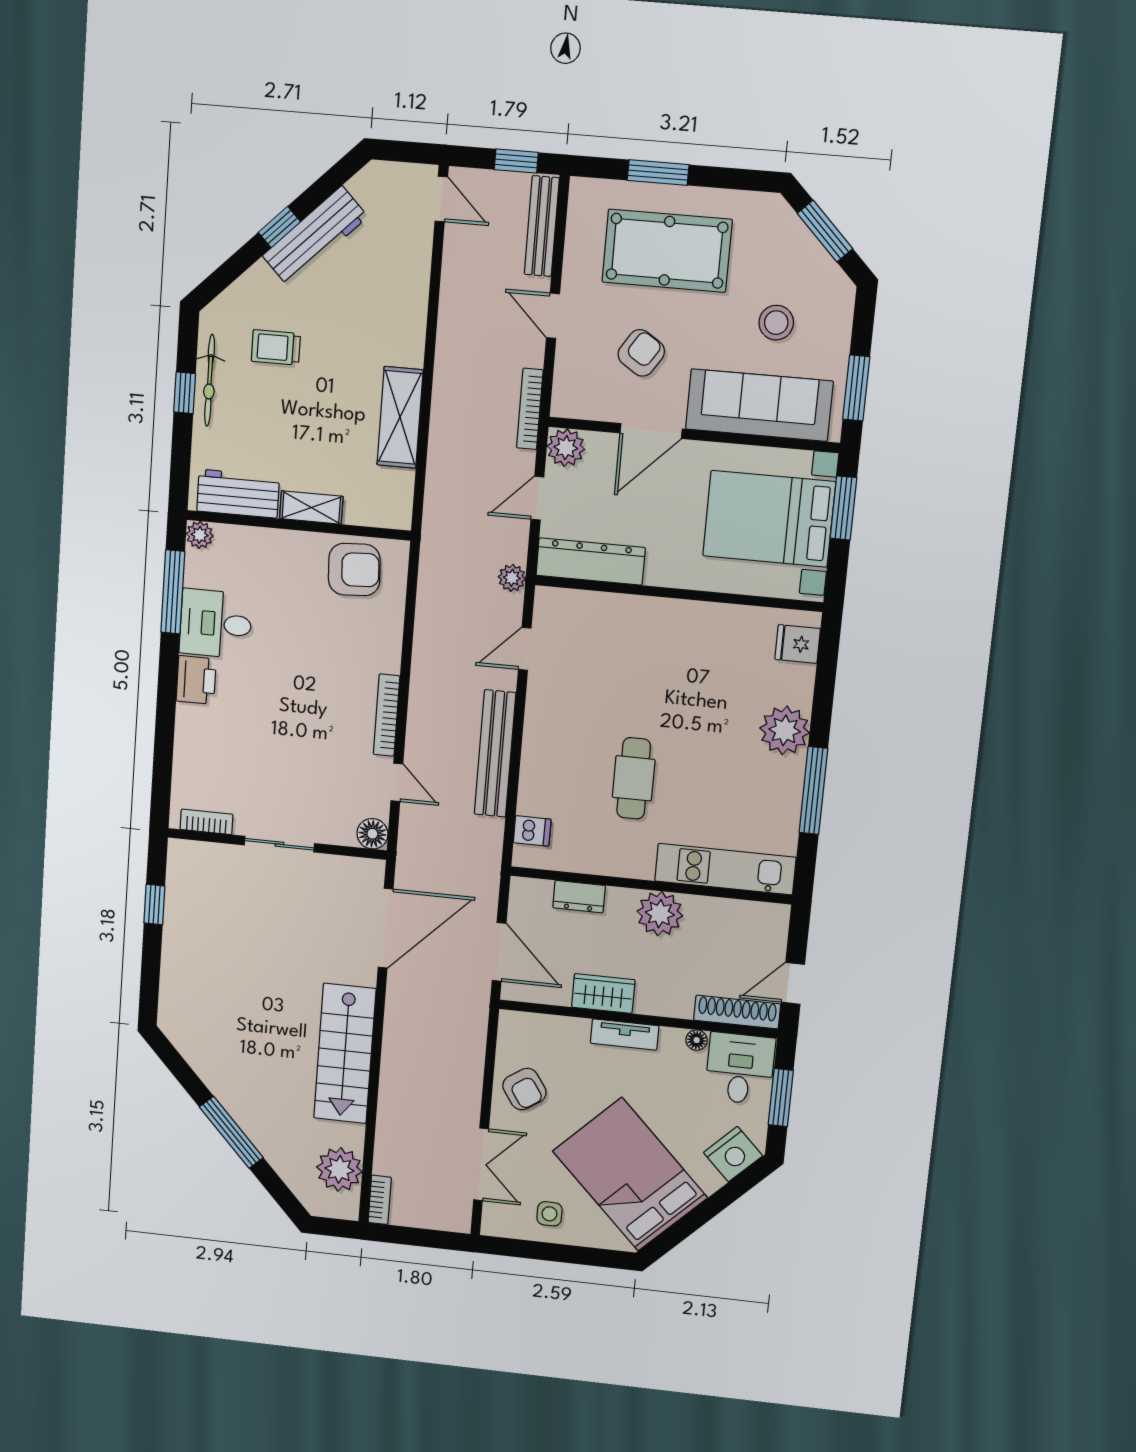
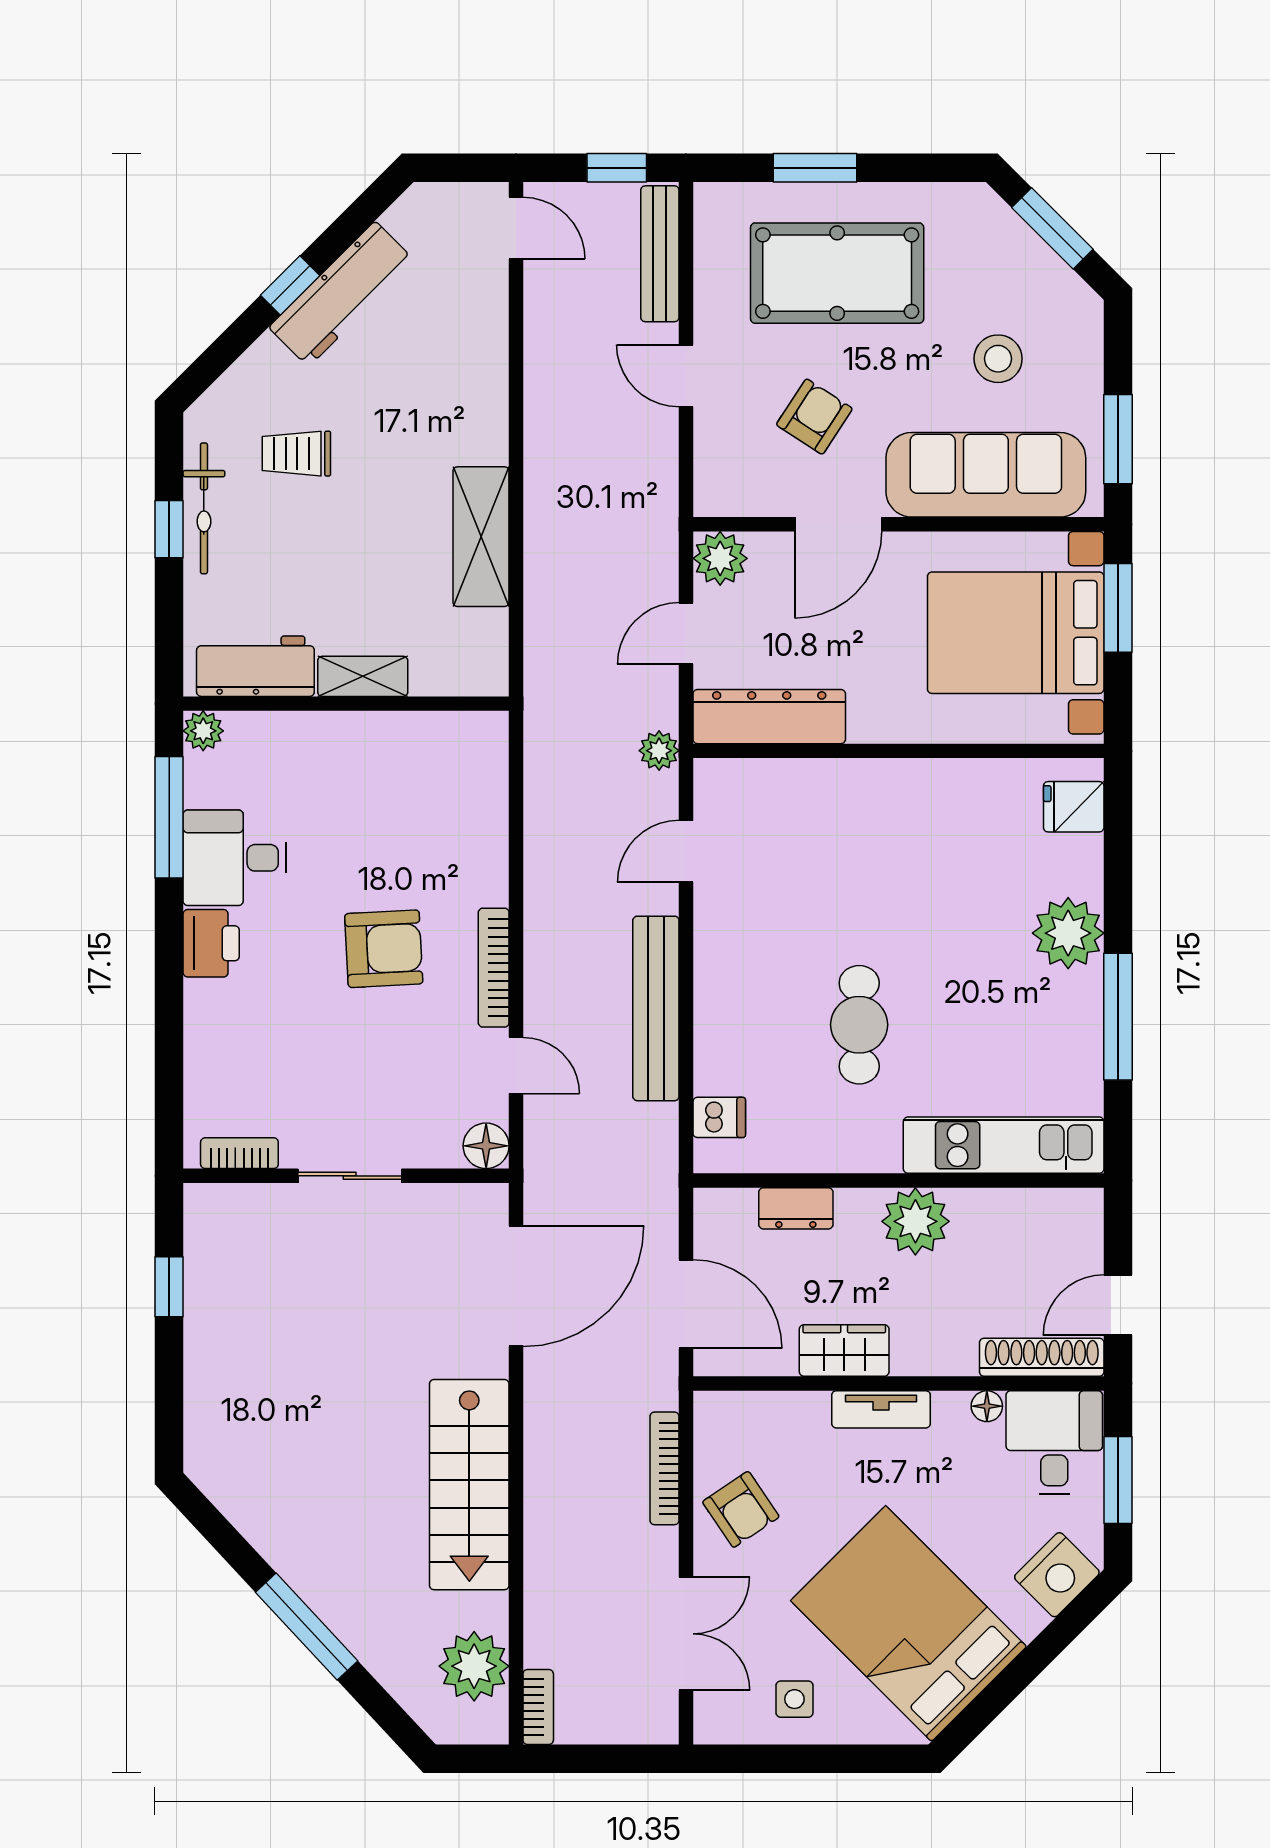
bookcase: (530, 409) -> (664, 1468), moved
armchair: (354, 570) -> (384, 949), moved

